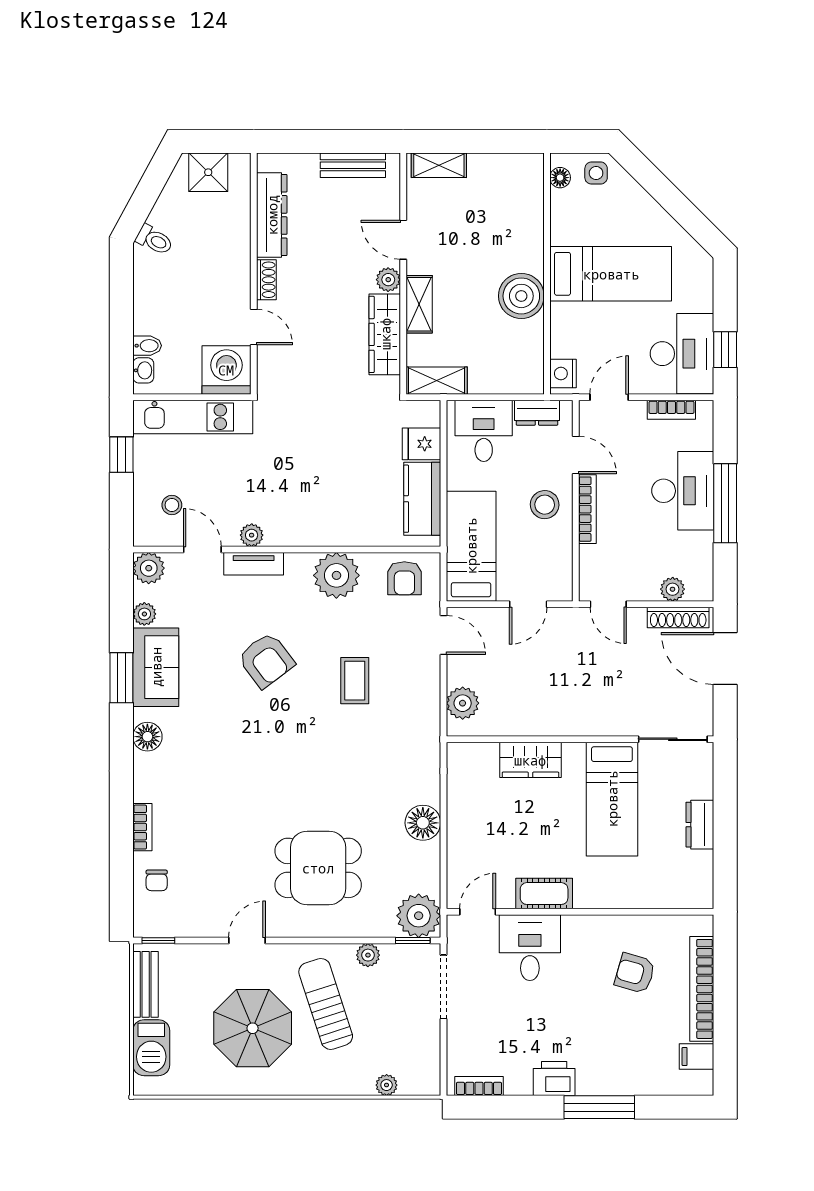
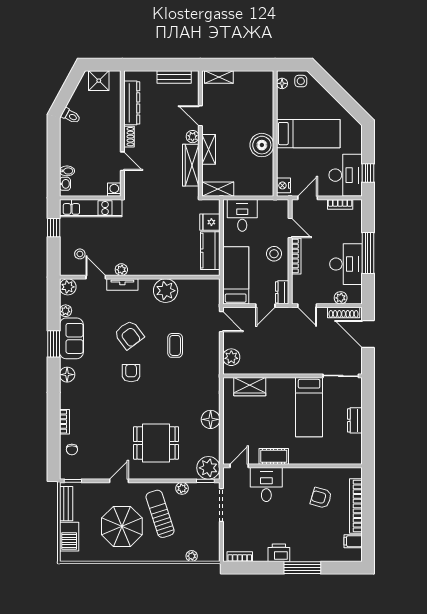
washing machine: (226, 370) -> (114, 190), width x0.53, depth x0.53
dresser: (537, 413) -> (282, 292), moved, turned 90
desk: (683, 491) -> (346, 264), moved
armchair: (404, 578) -> (131, 373), moved, turned 180
wardrobe: (530, 760) -> (250, 387), moved

